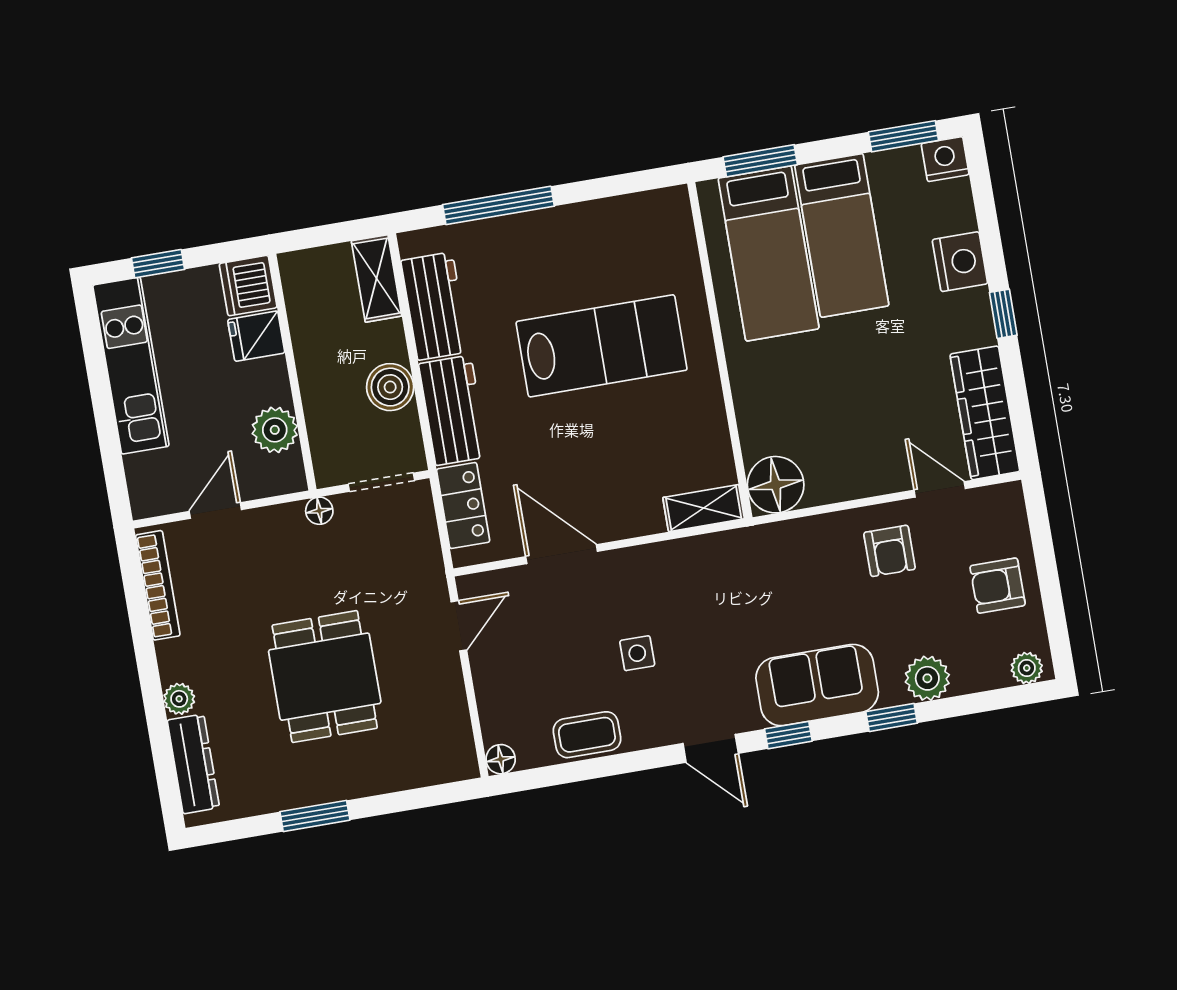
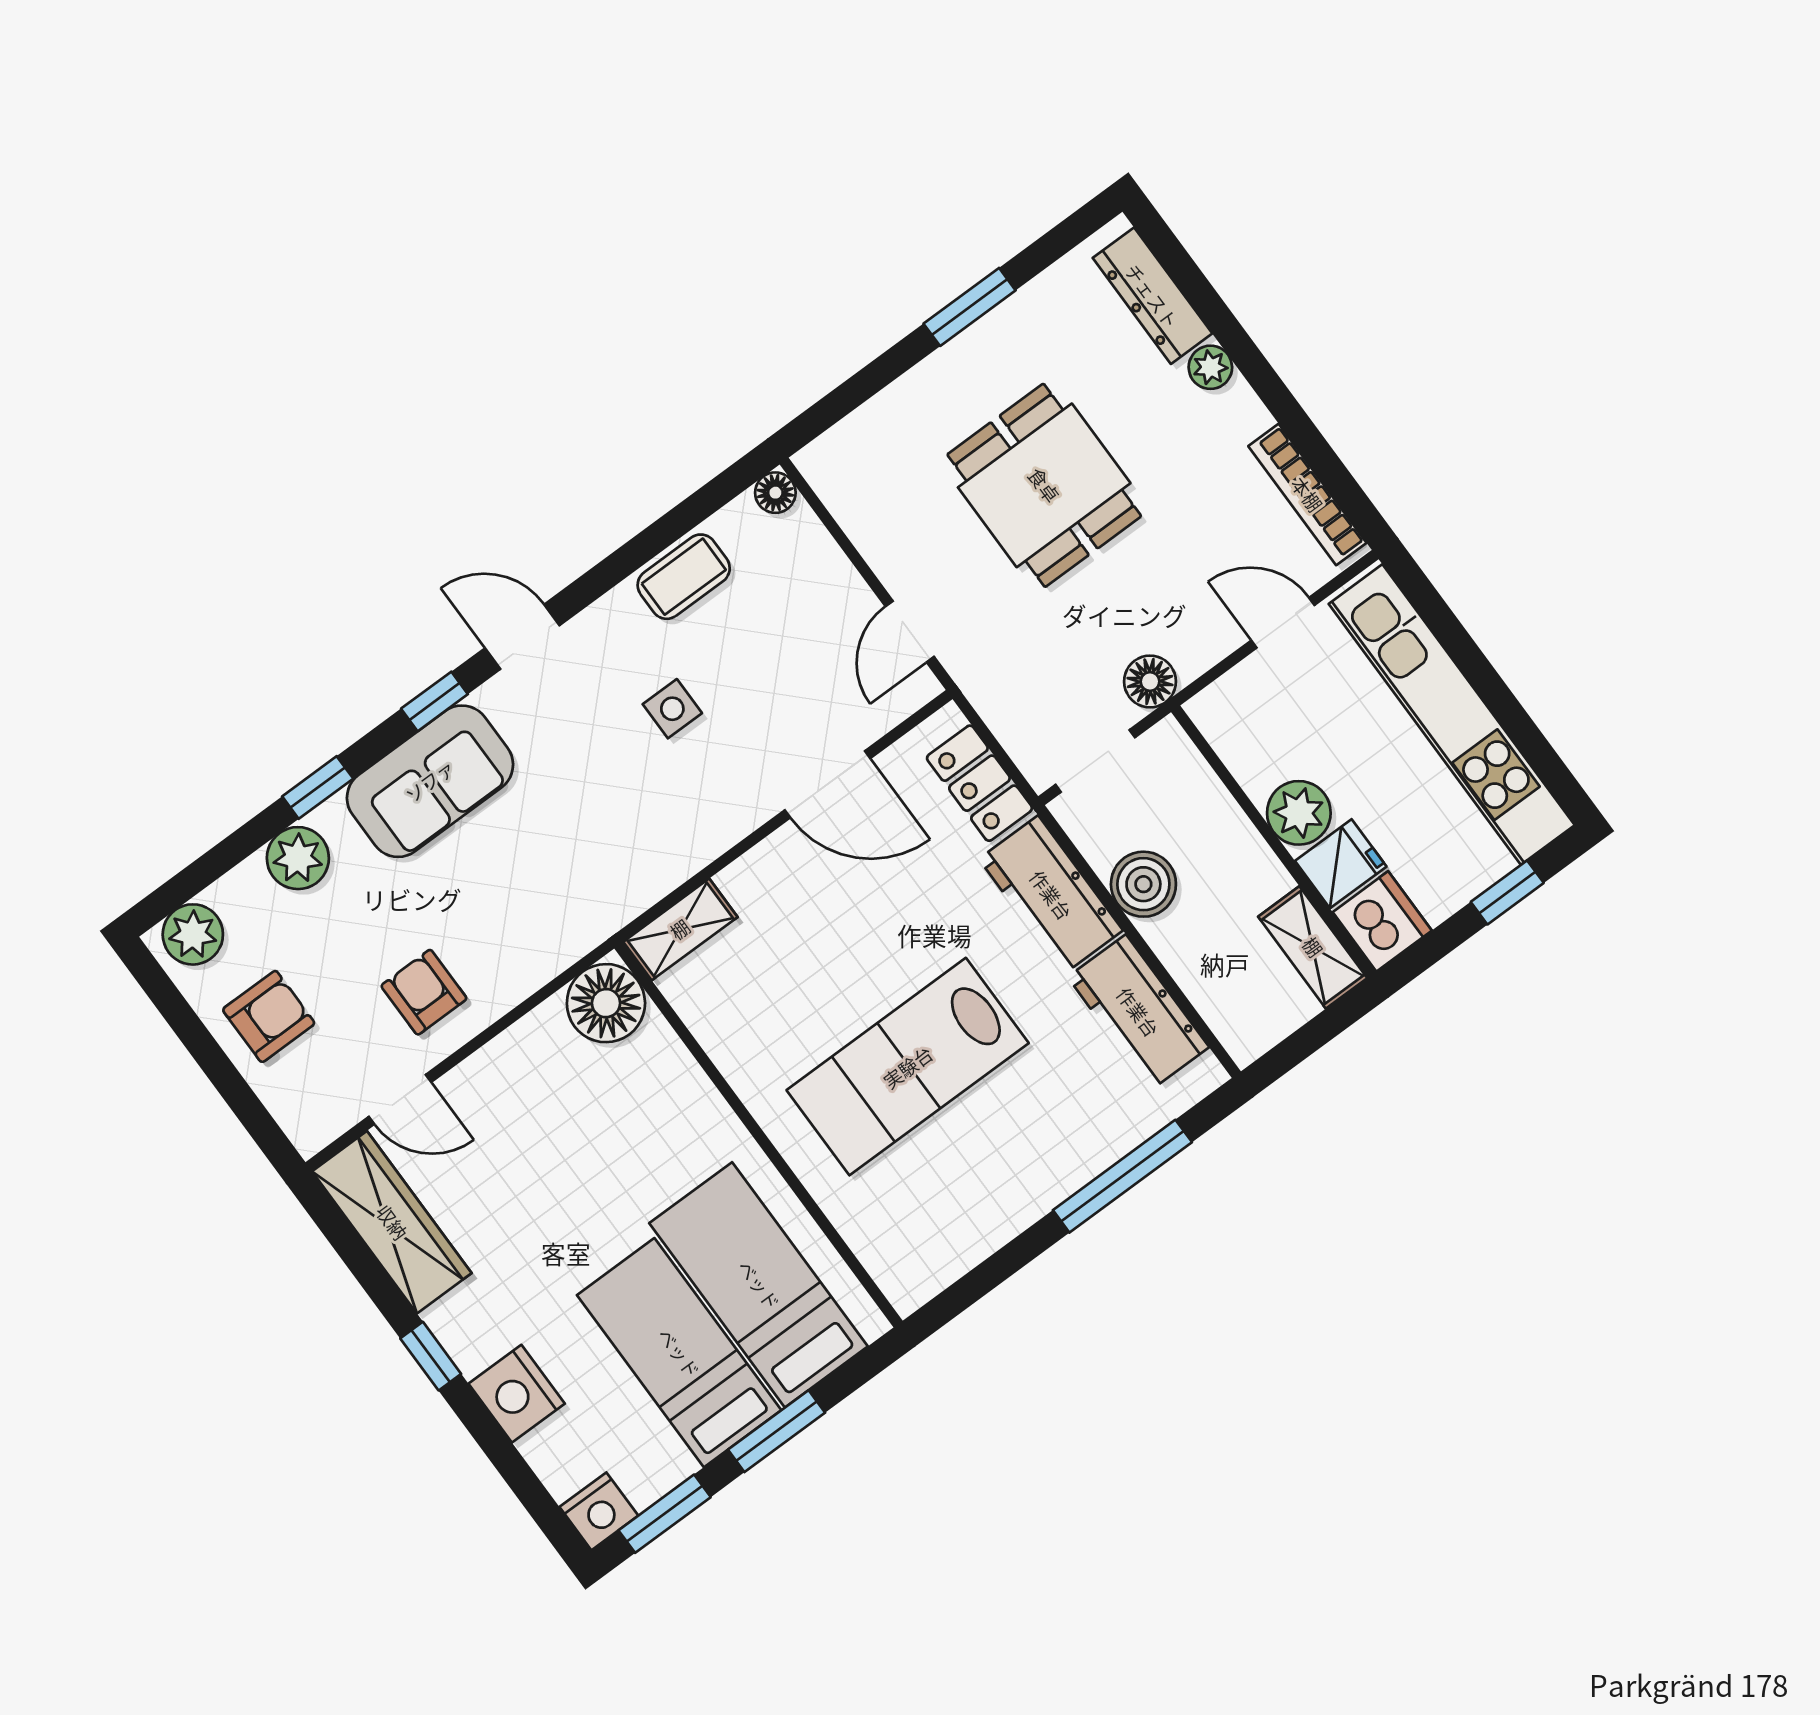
window: (760, 161) -> (776, 1431), moved
shelving: (377, 278) -> (1313, 947), moved
kitchen unit: (131, 366) -> (1452, 715), width x1.36
plant: (275, 430) -> (1299, 813), moved
door: (215, 511) -> (1283, 623), swing flipped
floor lamp: (319, 511) -> (1150, 681), width x1.37, depth x1.37
plant: (1027, 668) -> (193, 934), width x1.38, depth x1.38

